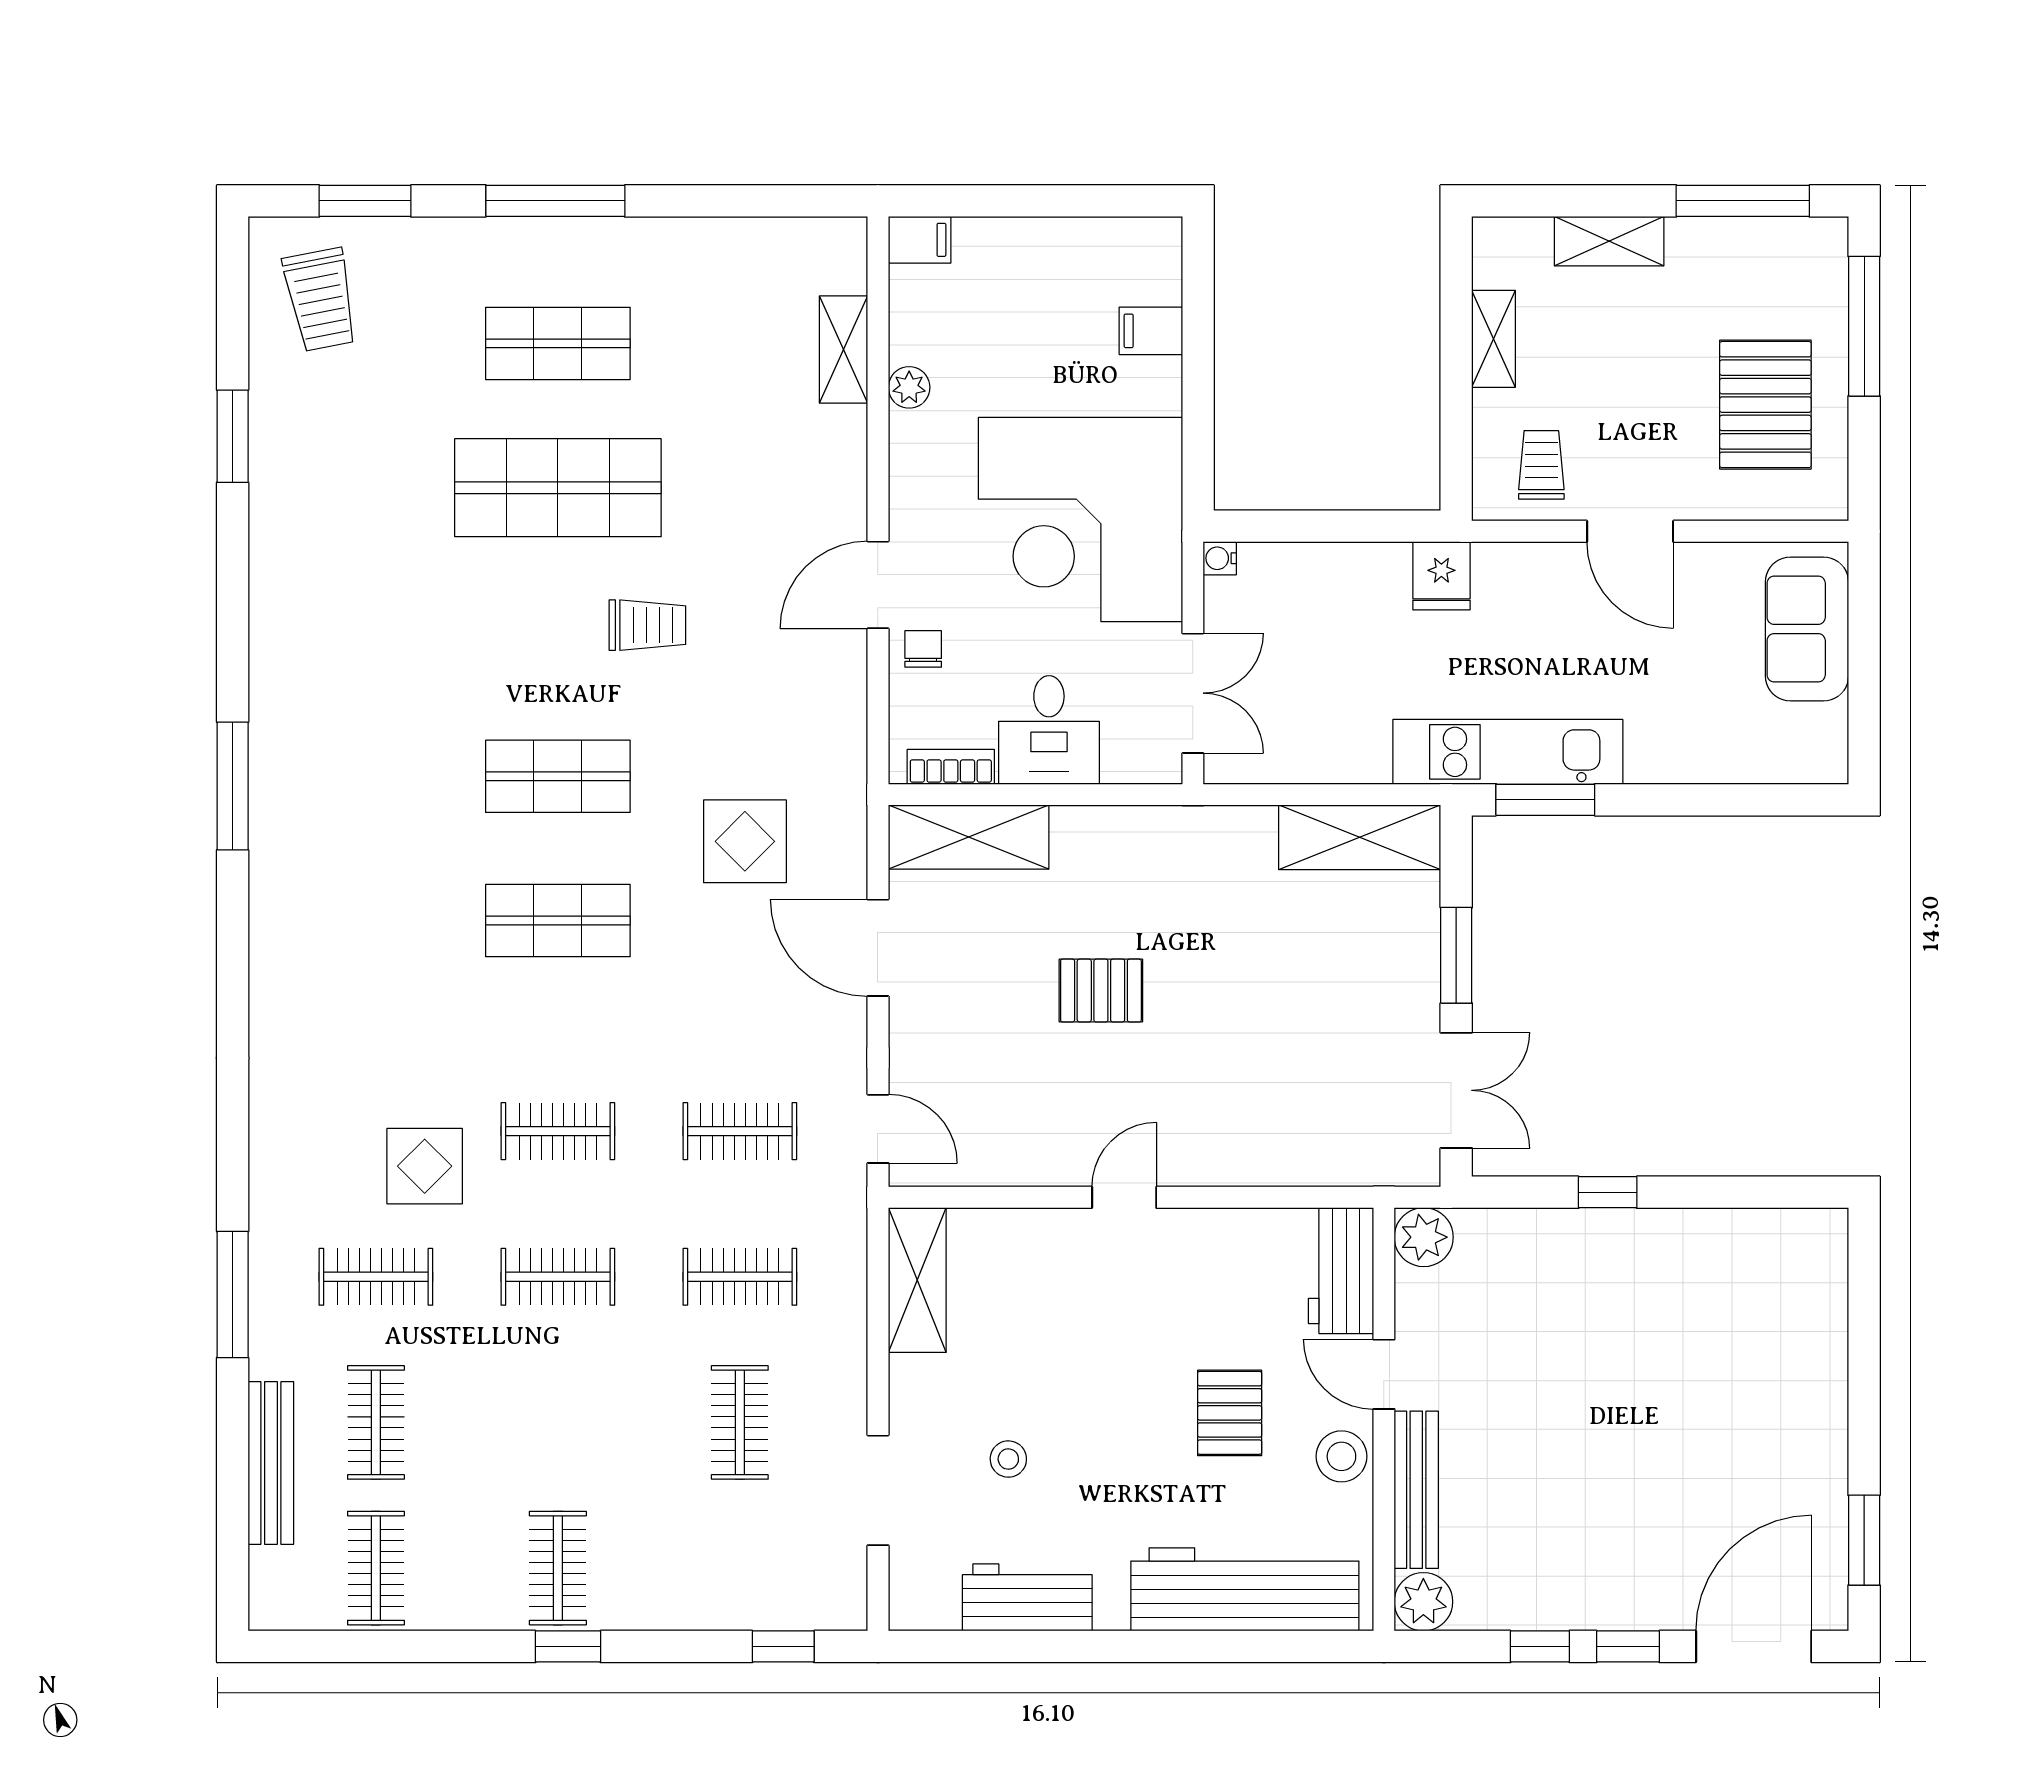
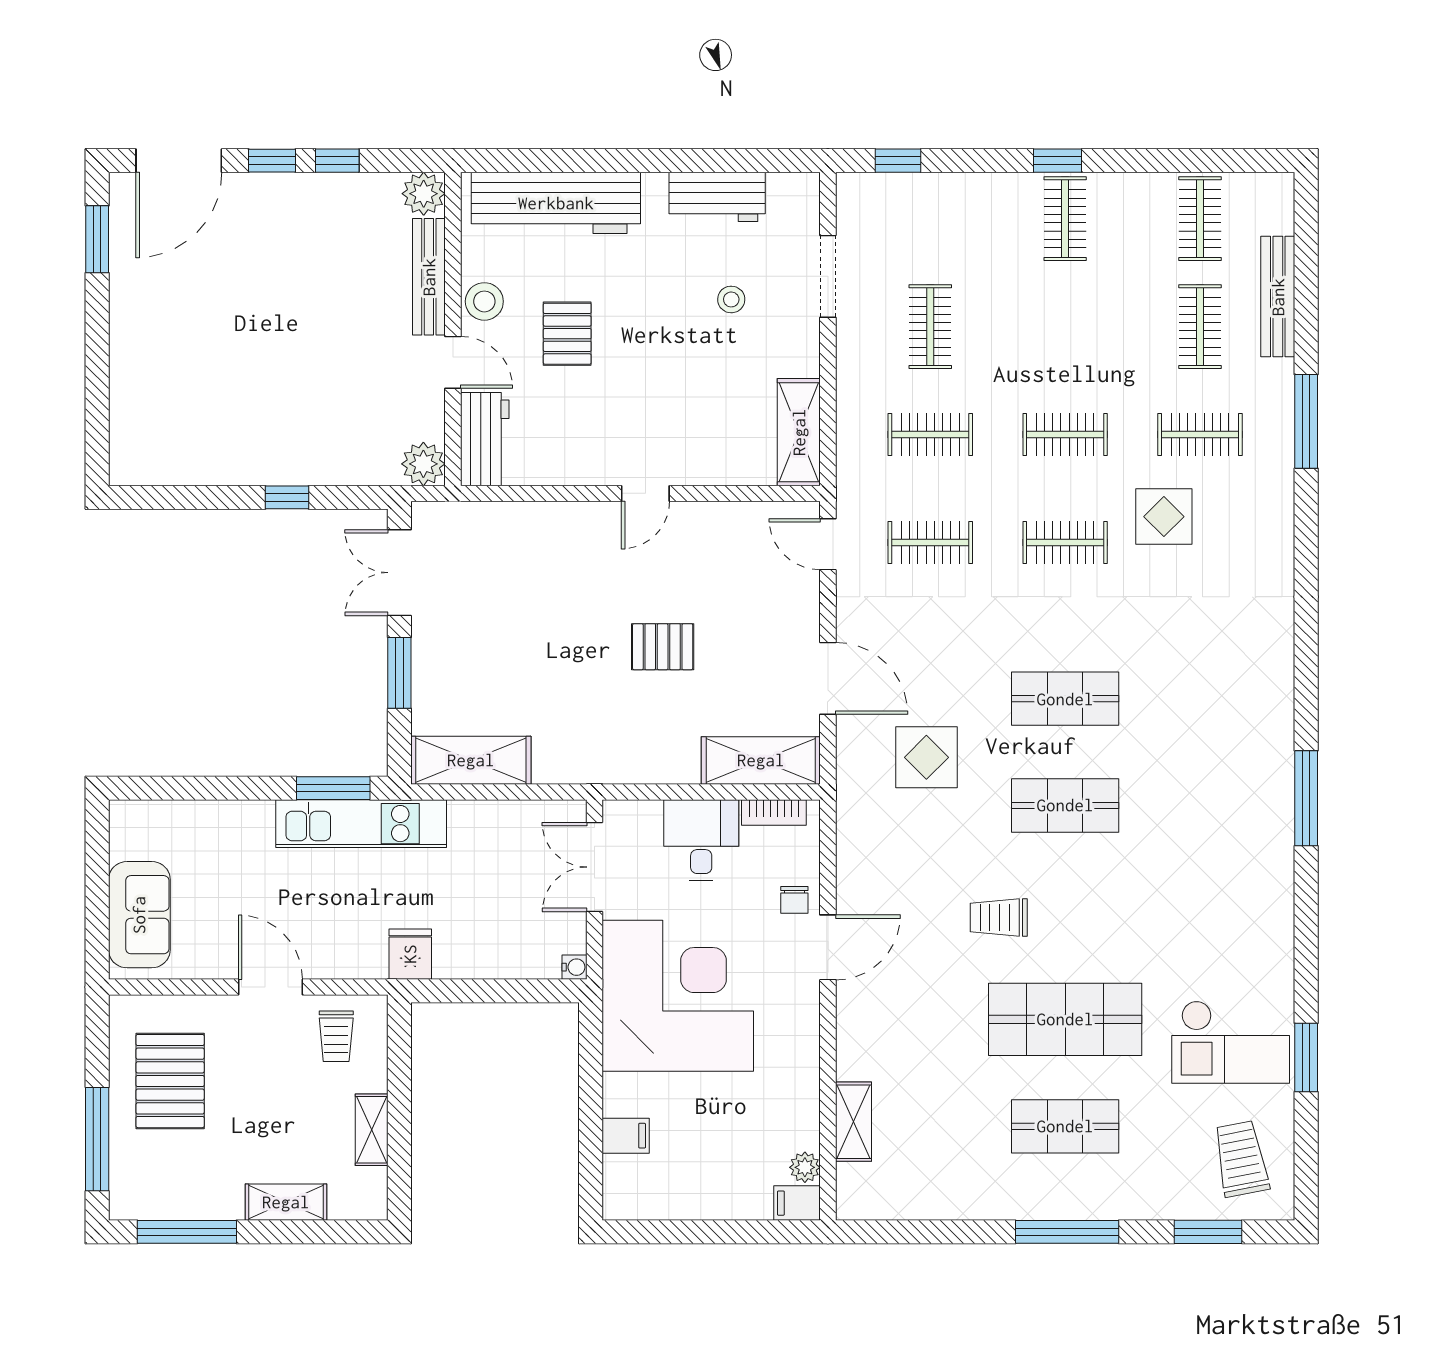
plant: (909, 387) -> (805, 1167), moved
checkout: (335, 457) -> (1231, 1042), added

